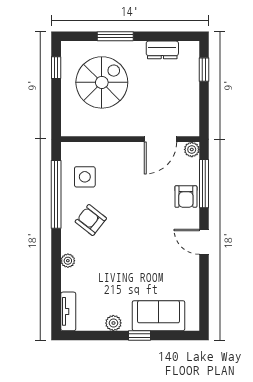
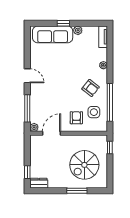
dresser: (162, 50) -> (39, 183), moved
window: (56, 68) -> (110, 147), moved
armchair: (186, 197) -> (76, 118), moved
sofa: (159, 316) -> (53, 34), width x1.36

